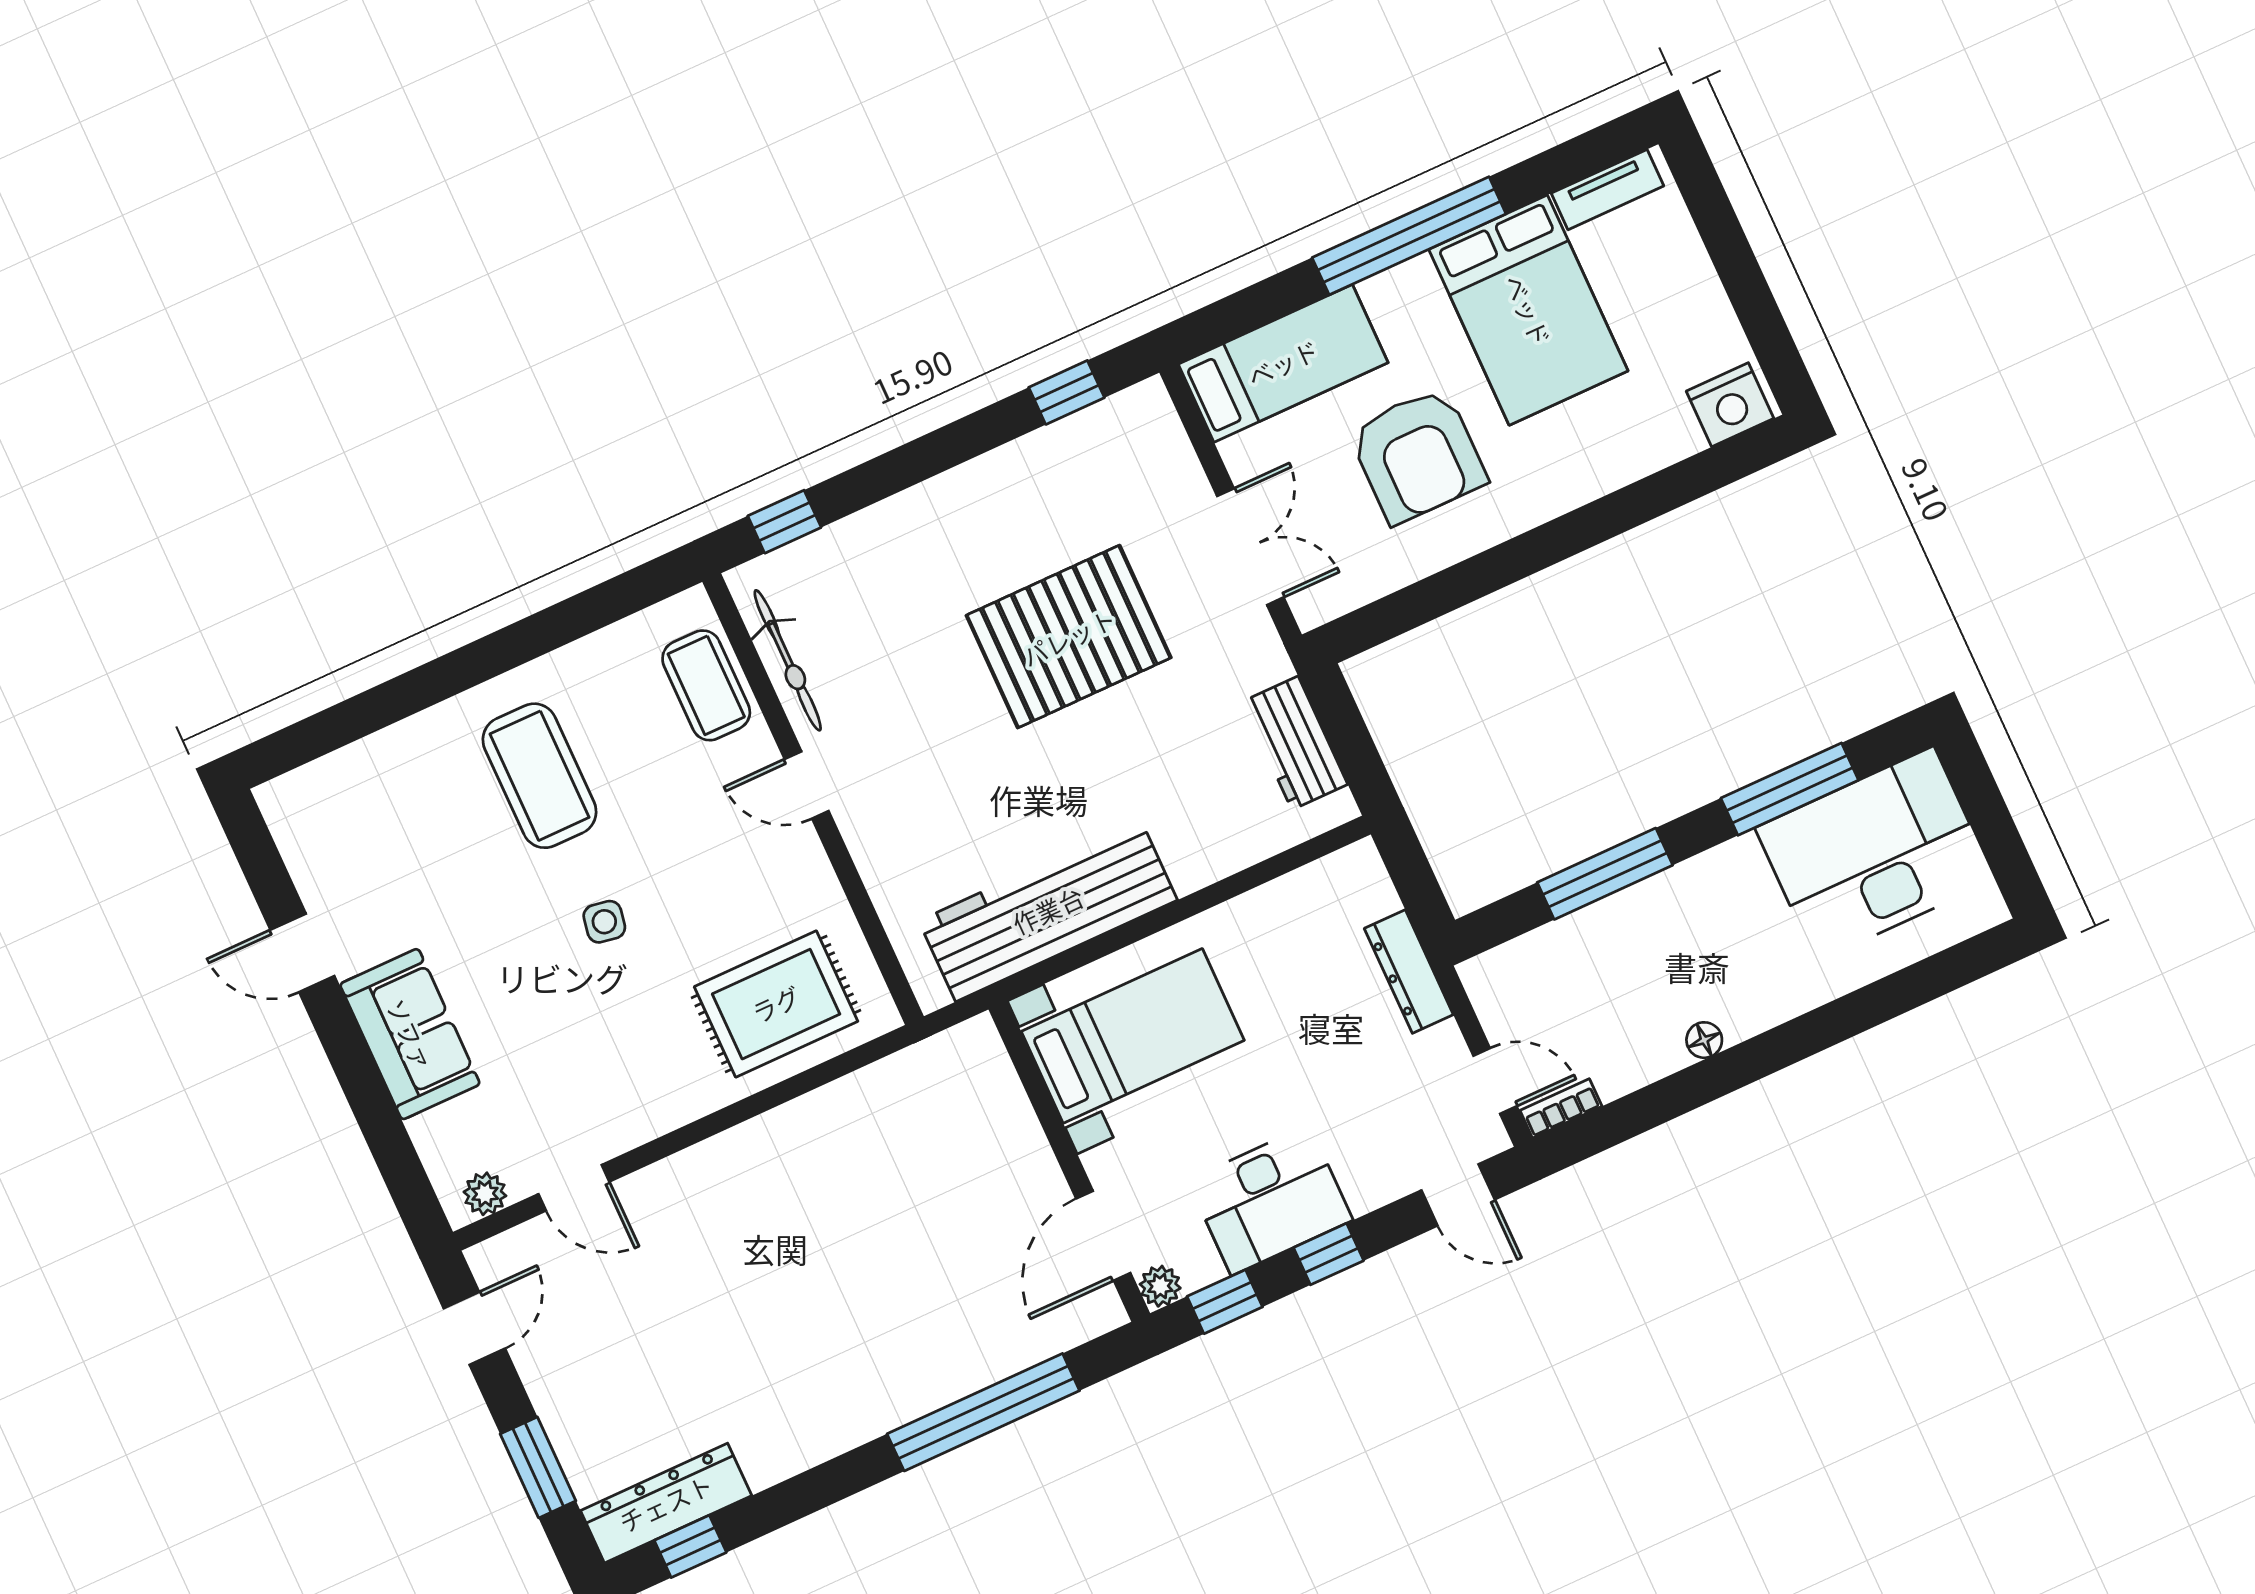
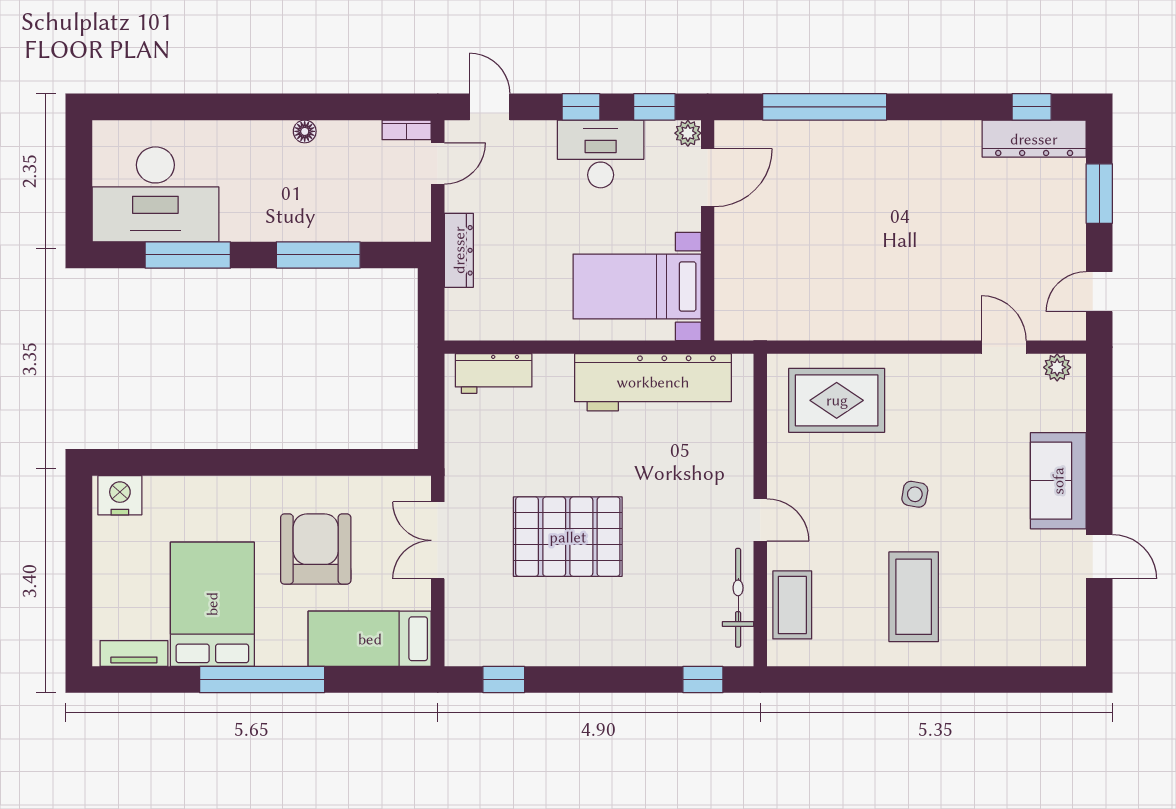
workbench: (1295, 743) -> (494, 373), moved, turned 90
door: (1495, 1081) -> (438, 163), swing flipped

